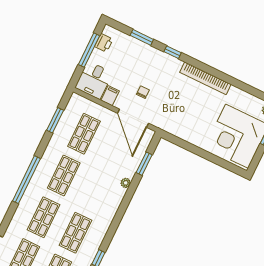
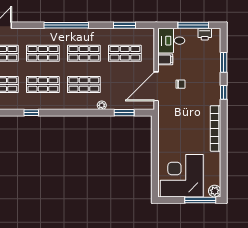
shop shelf: (96, 191) -> (84, 85), added

